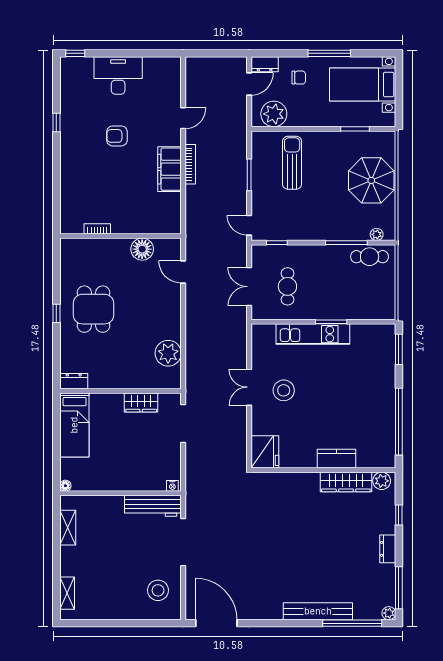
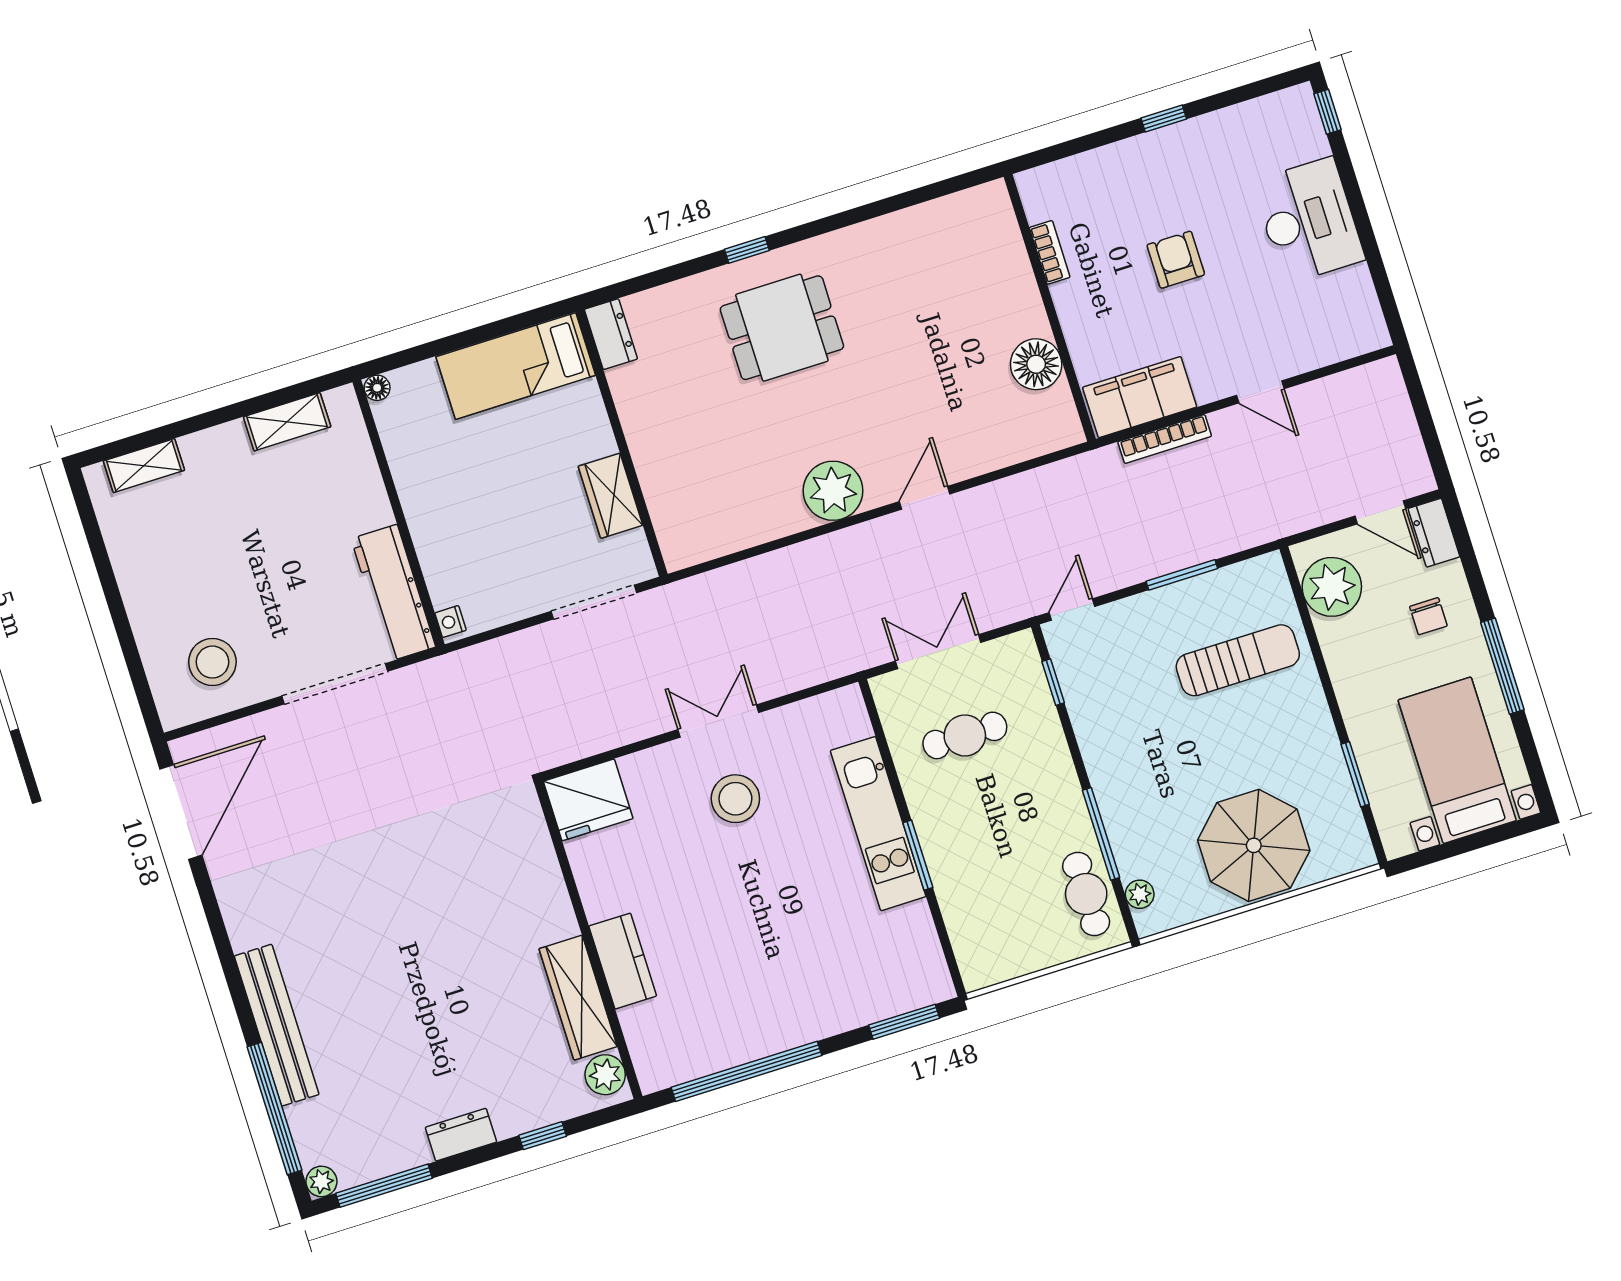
bookcase: (97, 229) -> (1050, 252), moved
wall: (120, 236) -> (1050, 308), moved
floor lamp: (142, 249) -> (1036, 364), moved
plant: (168, 353) -> (833, 491), moved

